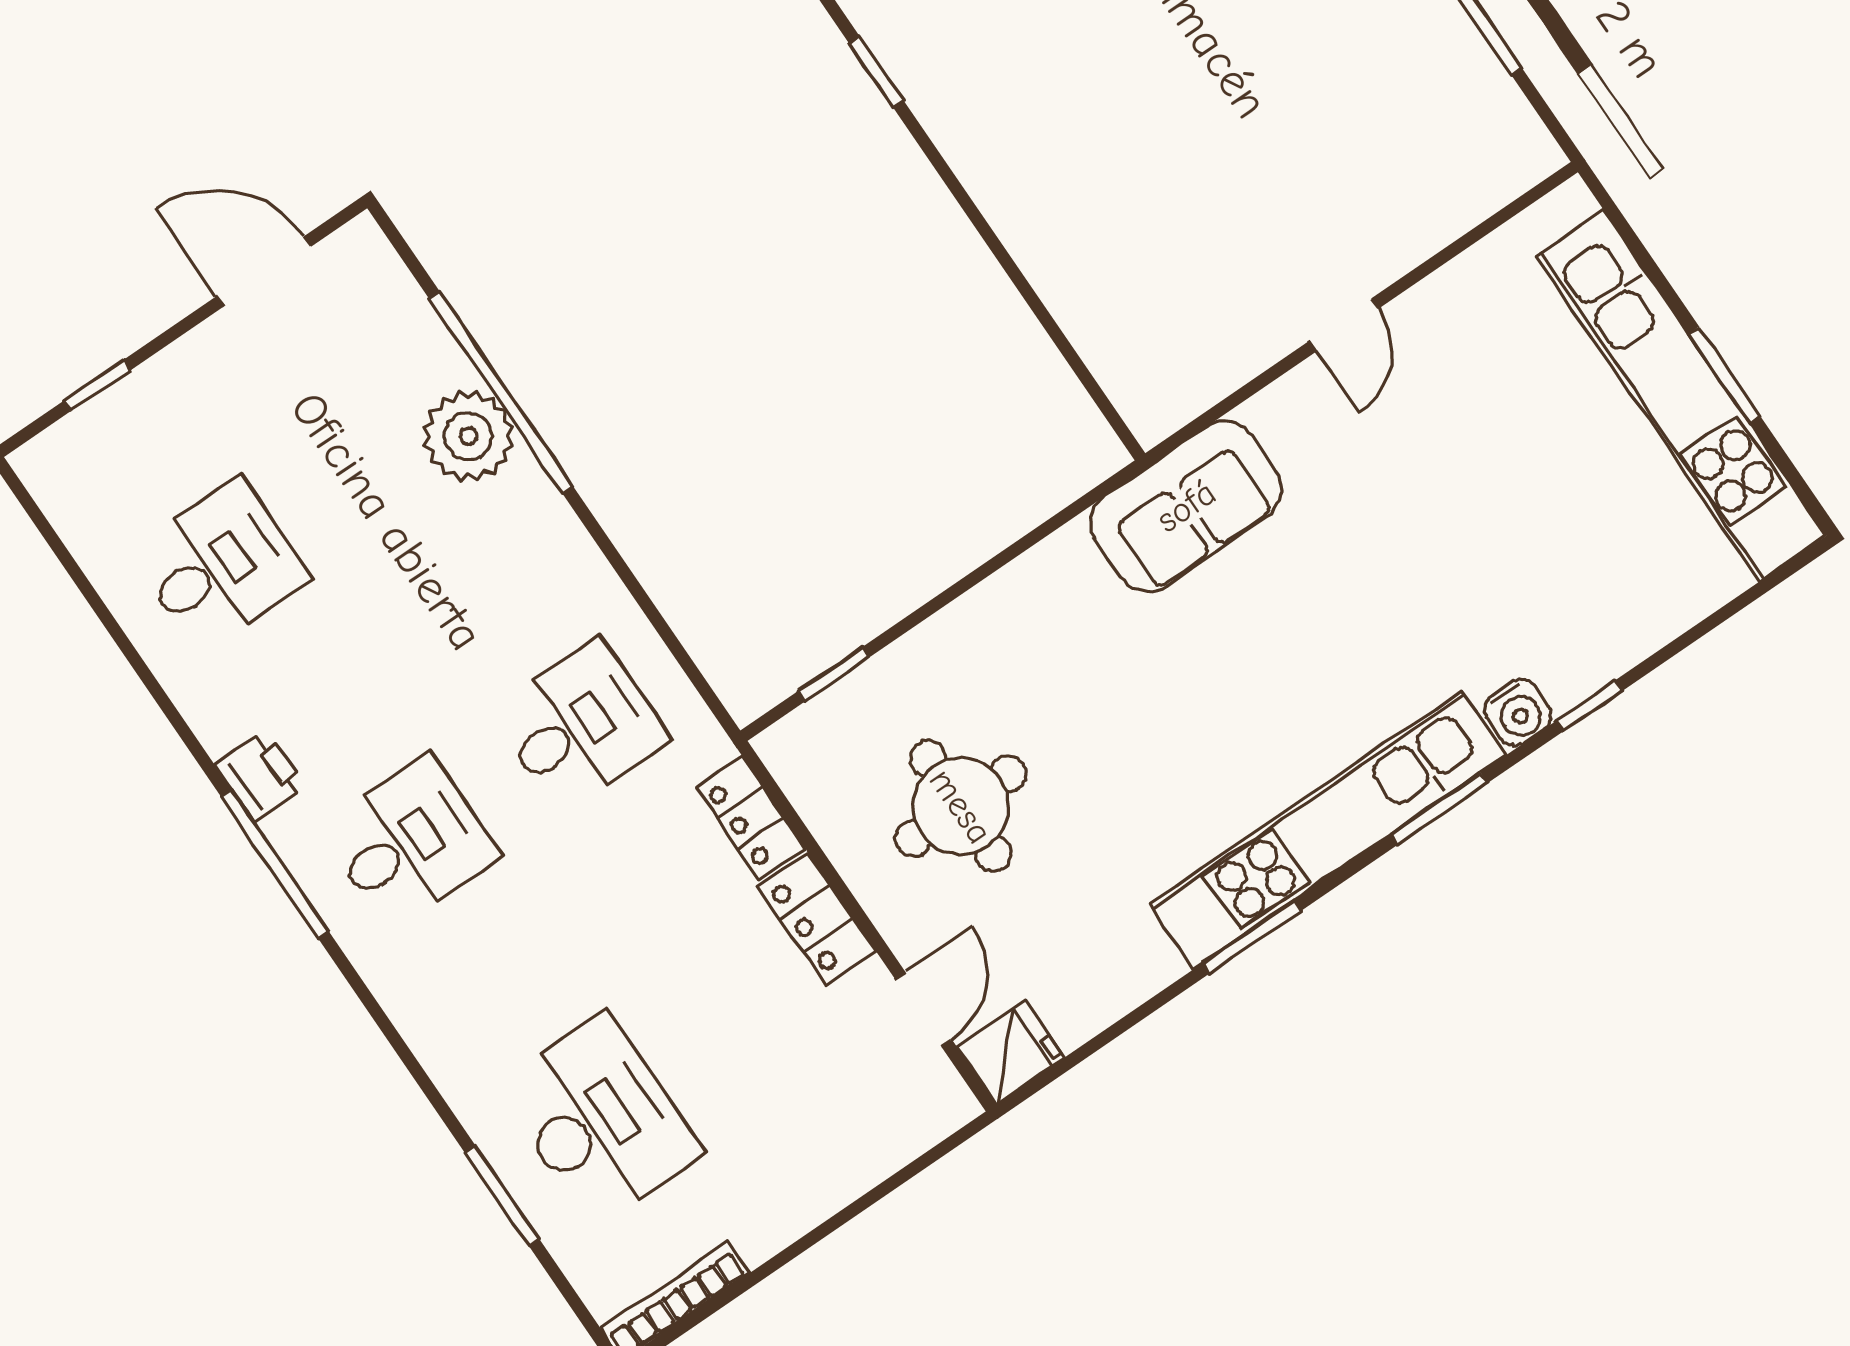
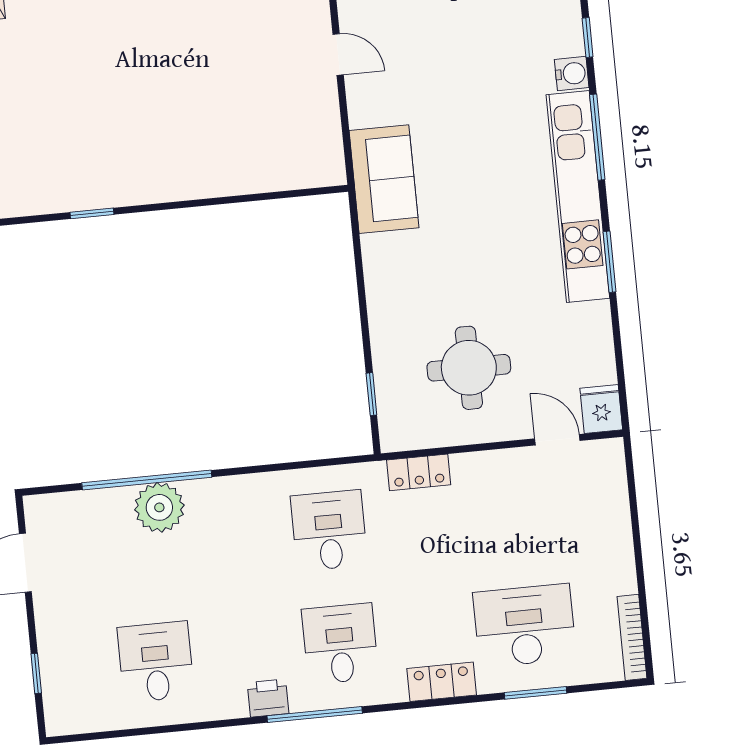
window: (1439, 809) -> (597, 137), width x1.44
locker: (817, 919) -> (442, 682), moved, turned 180

